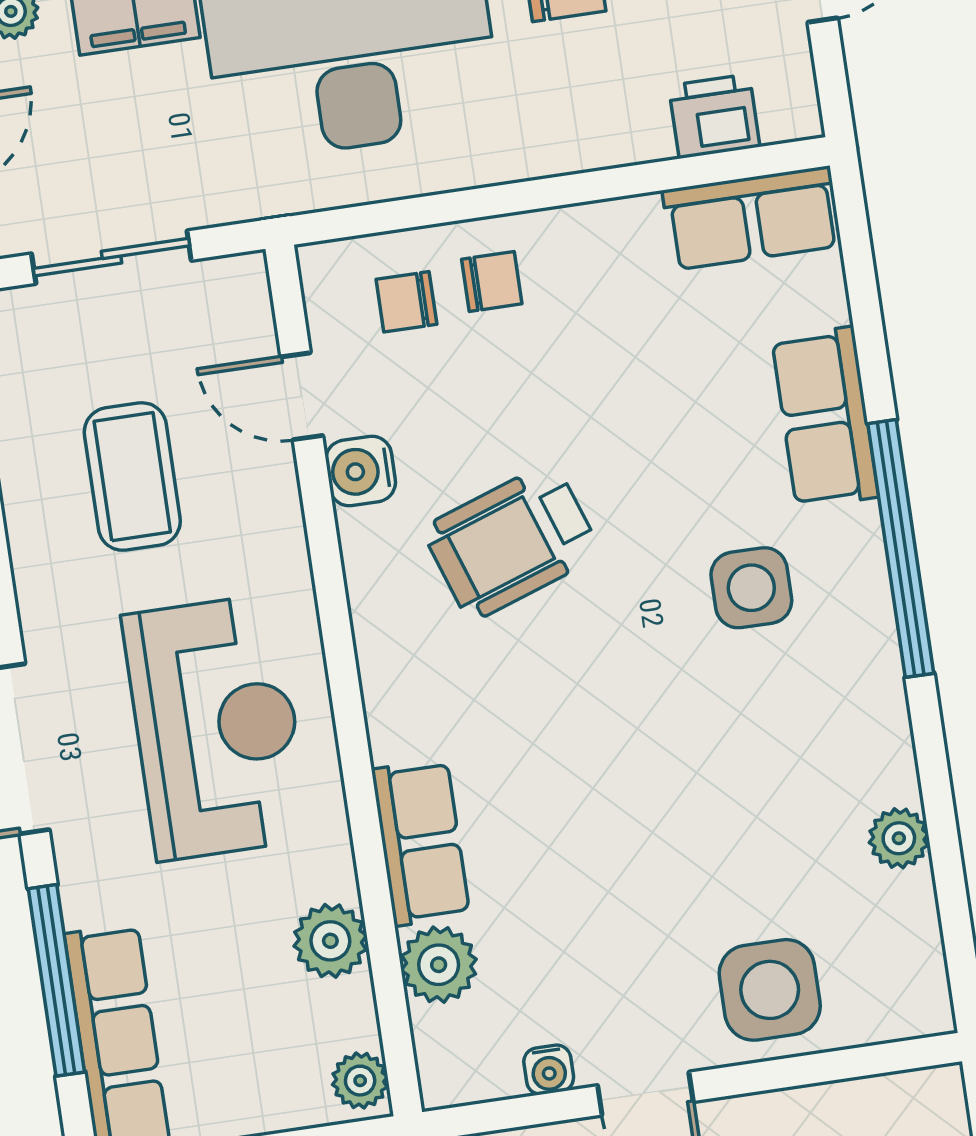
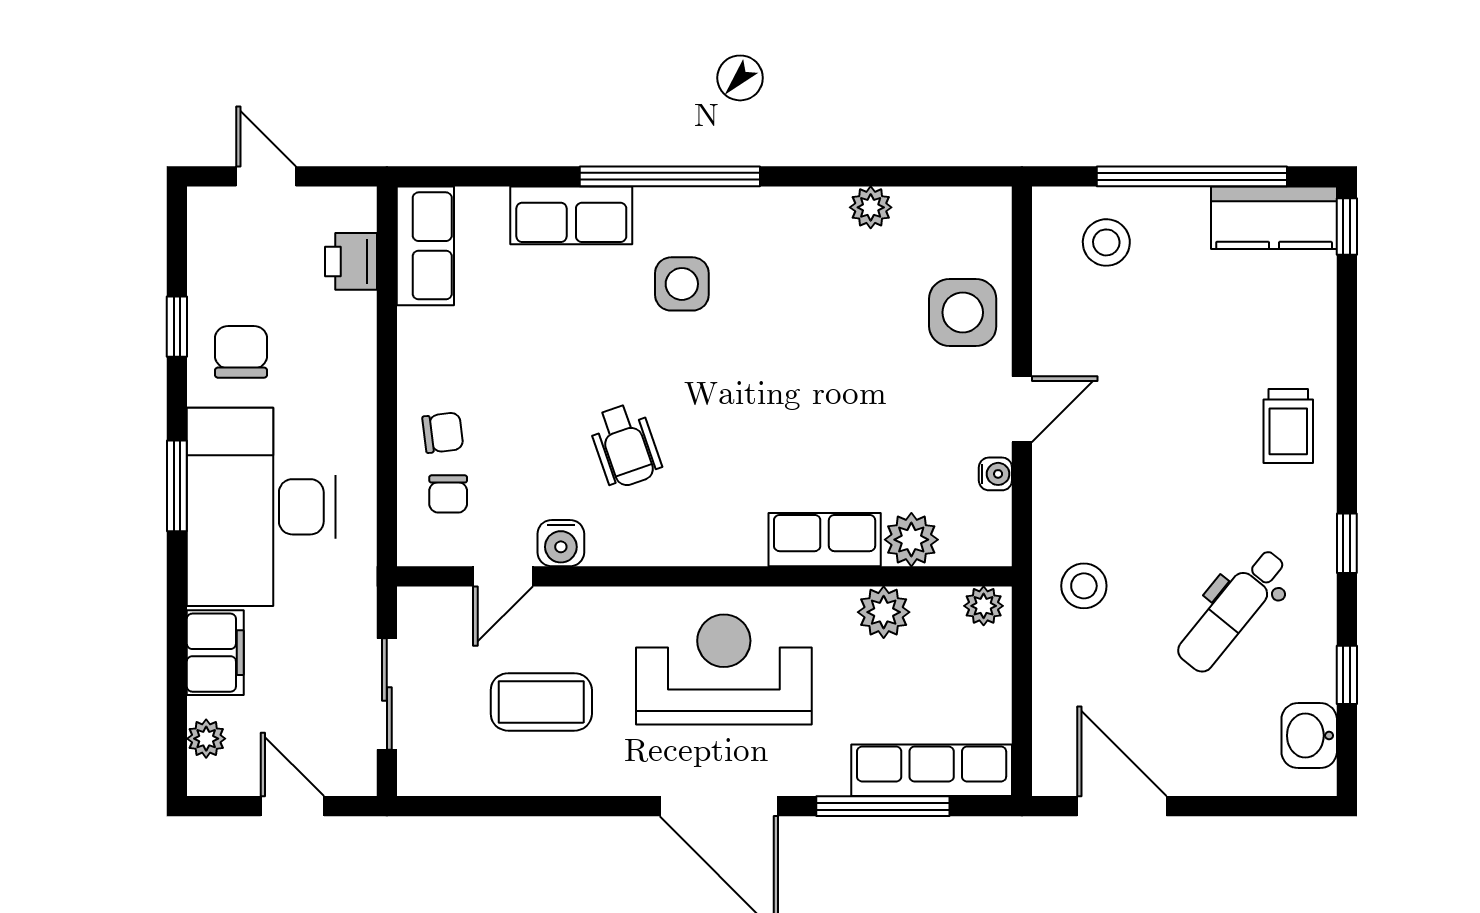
chair: (492, 281) -> (443, 433), turned 83
wheelchair: (512, 542) -> (625, 446), width x0.73, depth x0.73

